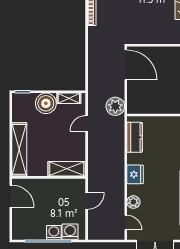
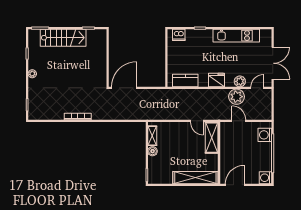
boiler: (46, 103) -> (153, 151), width x0.54, depth x0.54
plant: (115, 106) -> (237, 97), moved
door: (87, 123) -> (197, 121), moved
washing machine: (54, 233) -> (266, 178), moved

